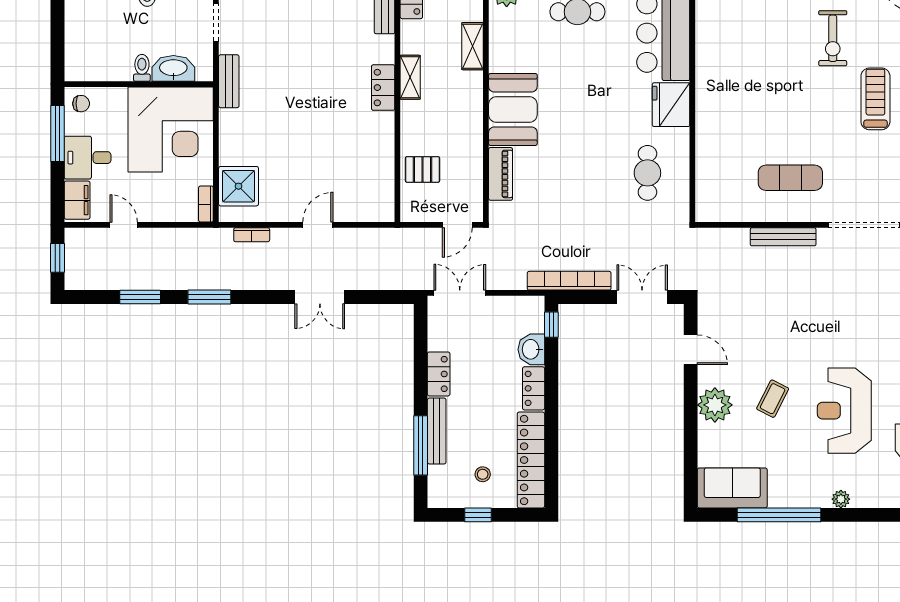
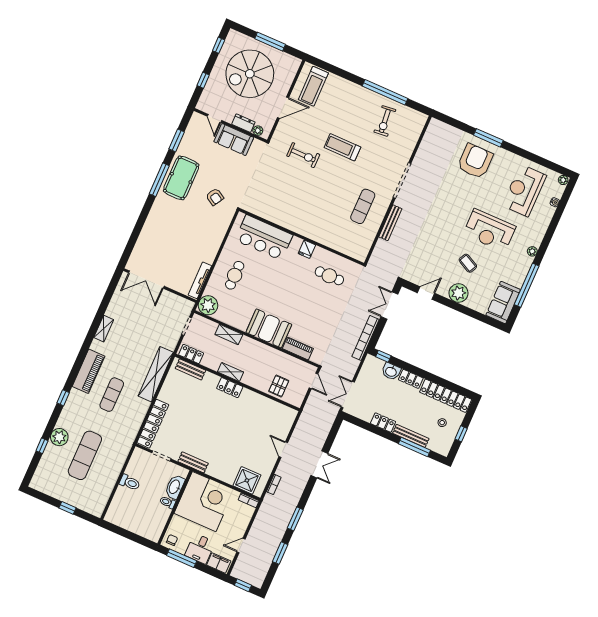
fridge: (671, 105) -> (307, 249), width x0.53, depth x0.75

